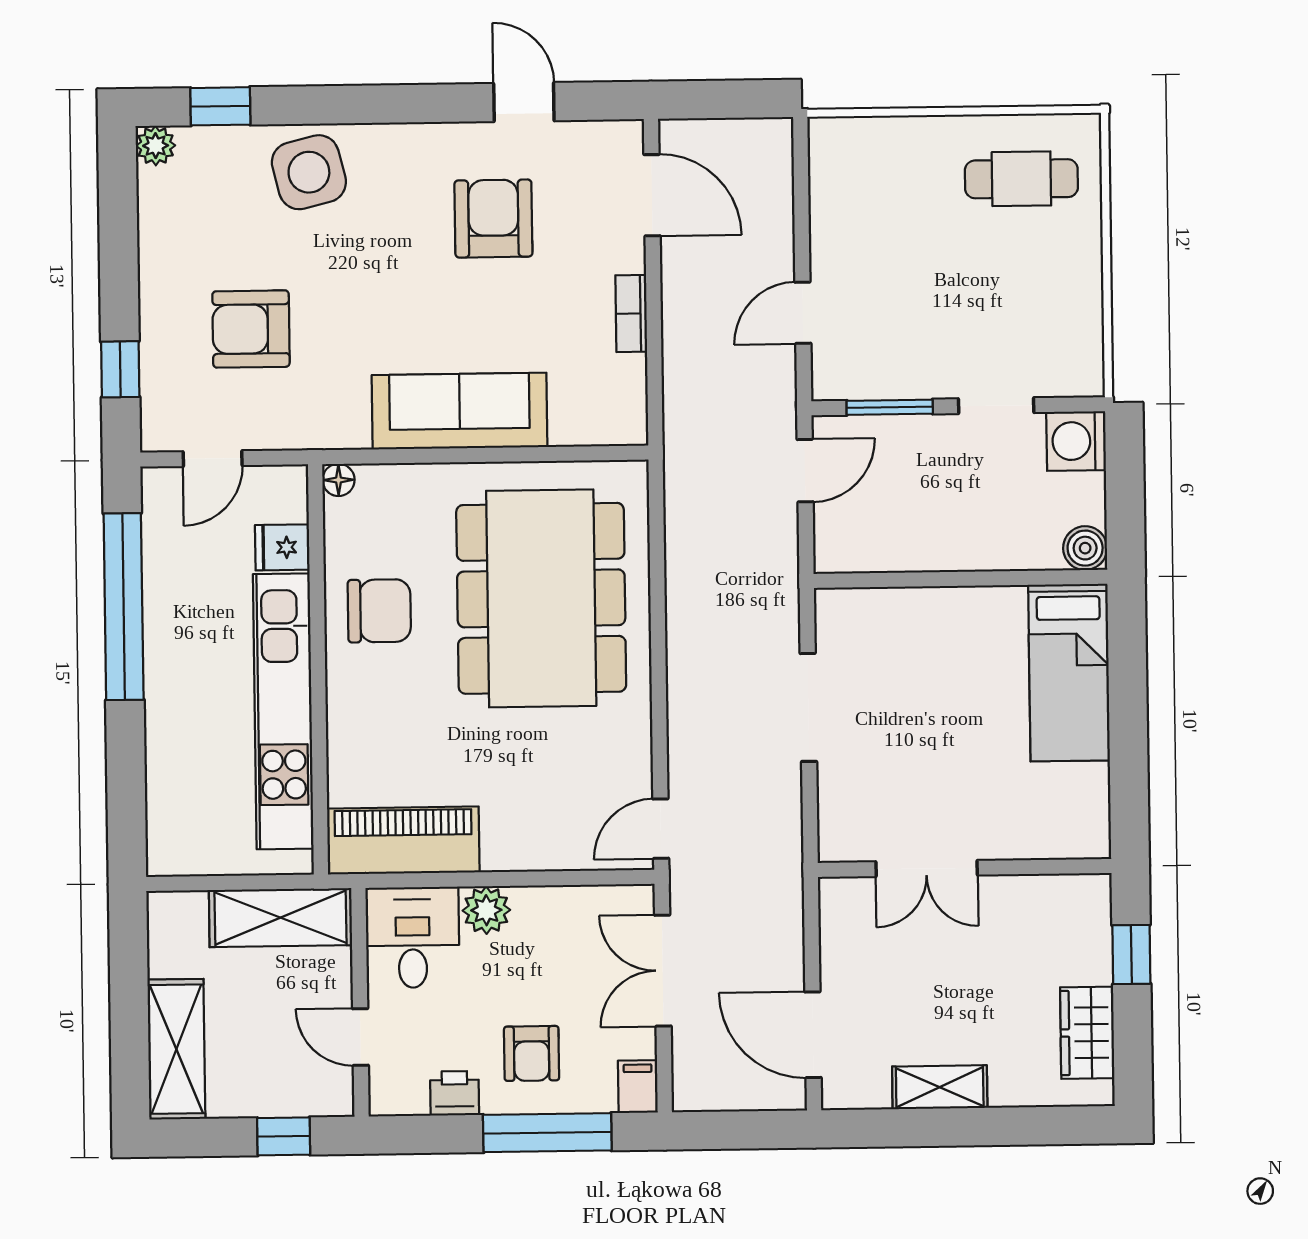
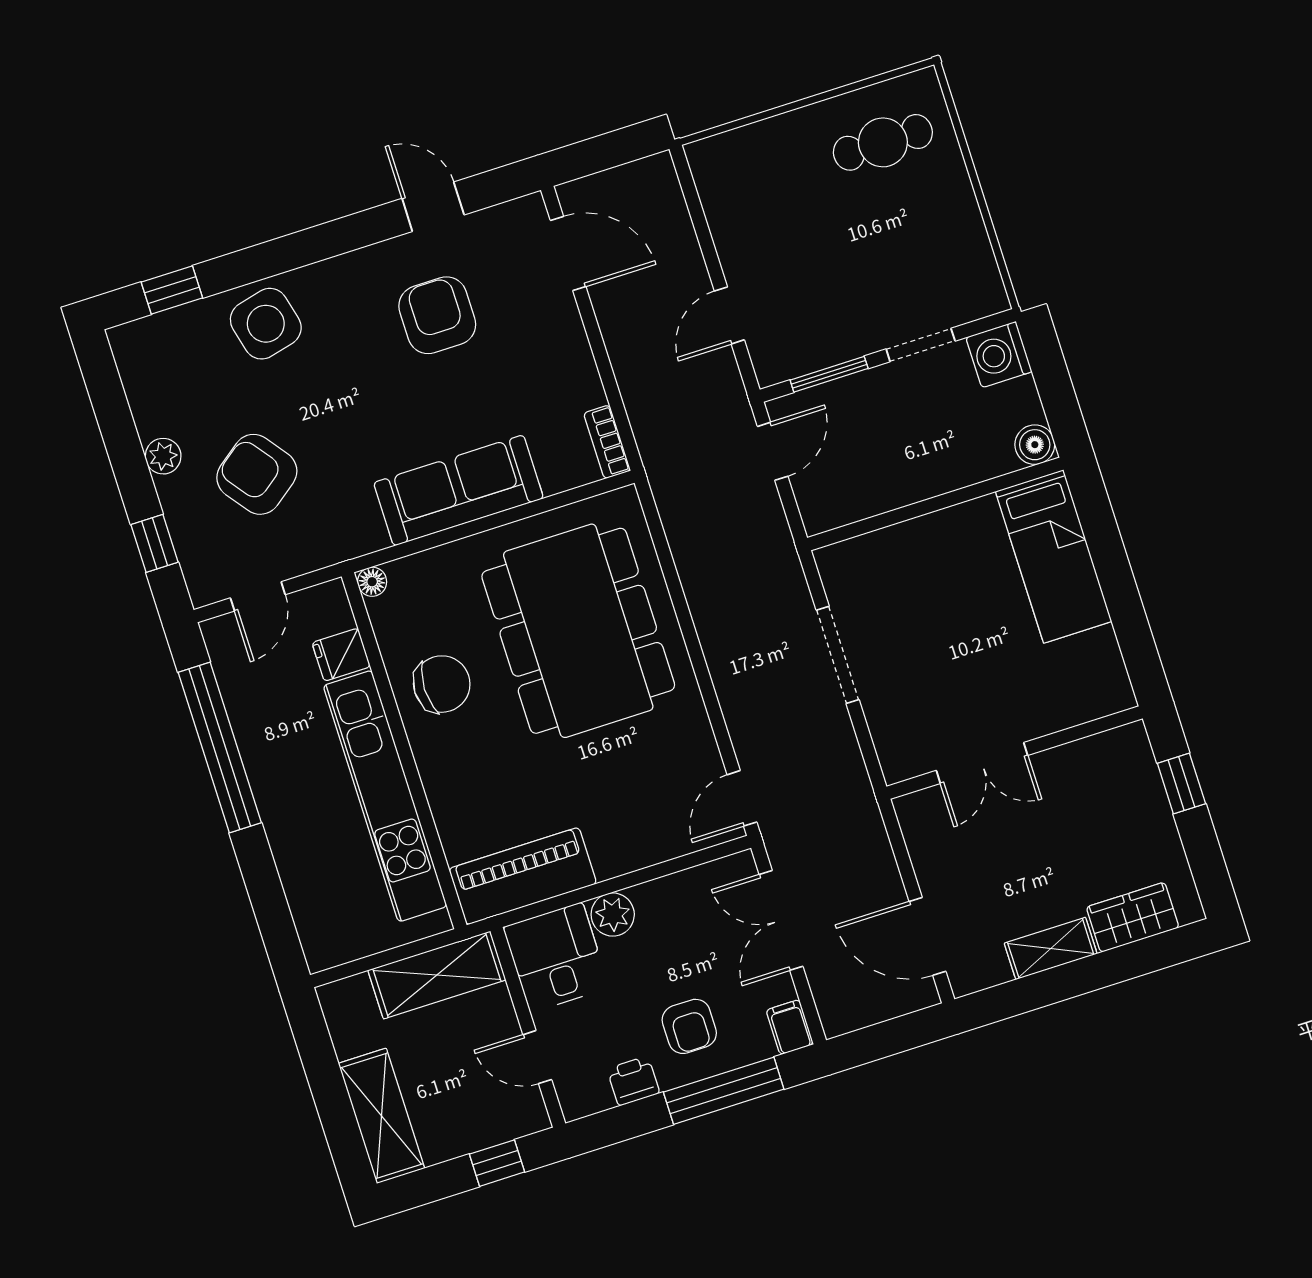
plant: (156, 146) -> (163, 456), moved
bookcase: (631, 314) -> (607, 442), moved
armchair: (251, 329) -> (257, 474), turned 53
wardrobe: (1087, 1033) -> (1133, 917), moved, turned 90

